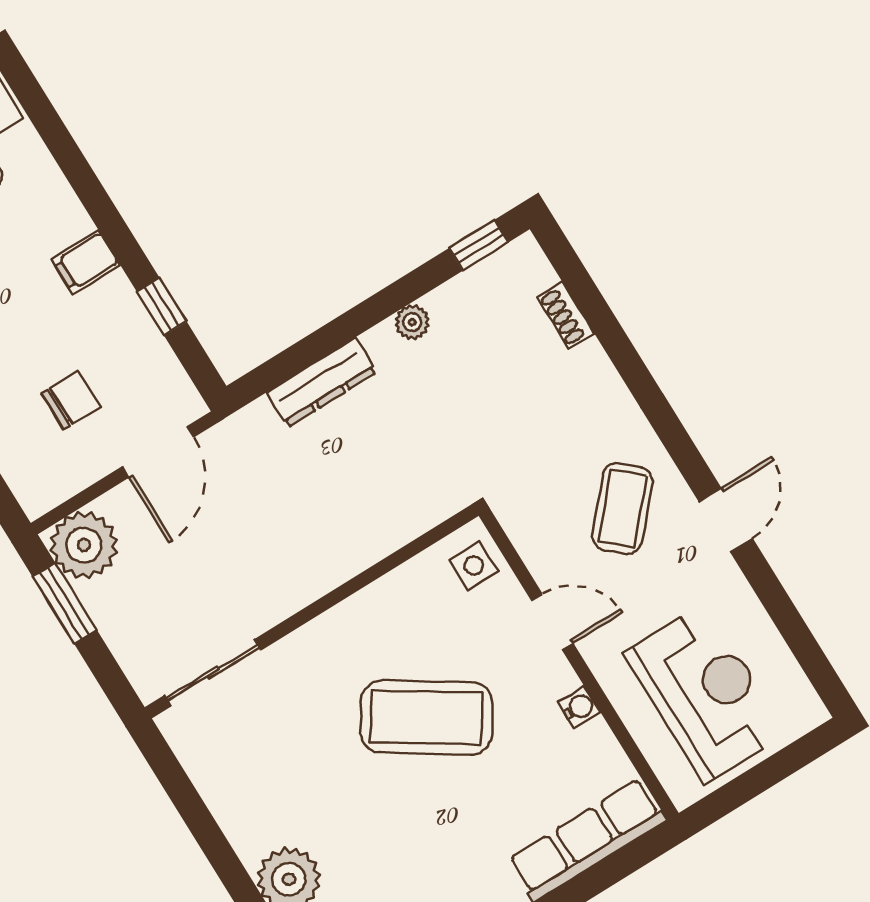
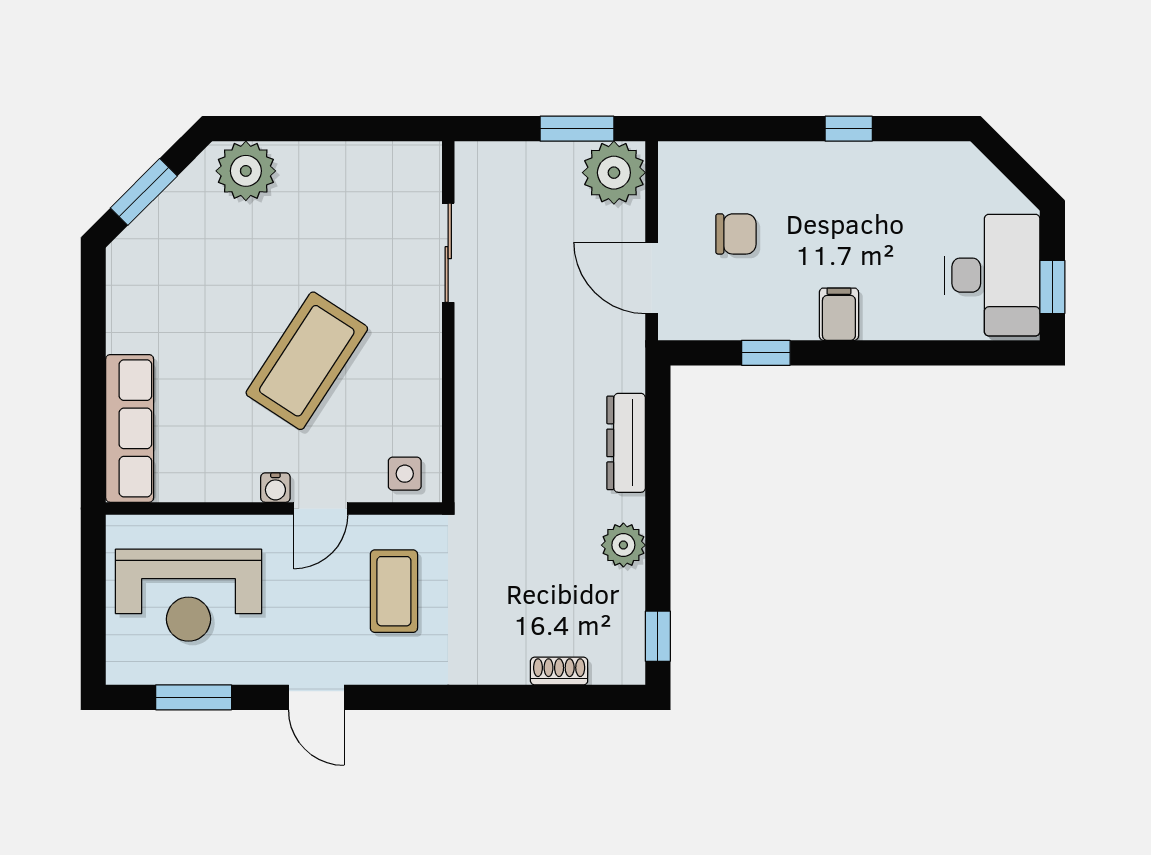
plant: (412, 322) -> (623, 545), width x1.38, depth x1.38
chair: (71, 400) -> (736, 234), turned -90
coffee table: (622, 509) -> (394, 591), moved, turned 48
window: (795, 631) -> (194, 697), added
sliding door: (213, 673) -> (448, 253), moved
water cooler: (579, 707) -> (275, 488), moved

